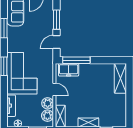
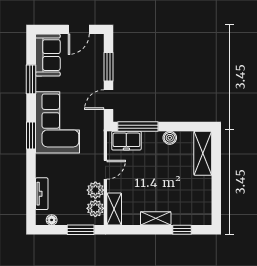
boiler: (98, 68) -> (170, 138), added
corner sofa: (22, 73) -> (58, 122), moved
door: (54, 89) -> (105, 170), hinge flipped

